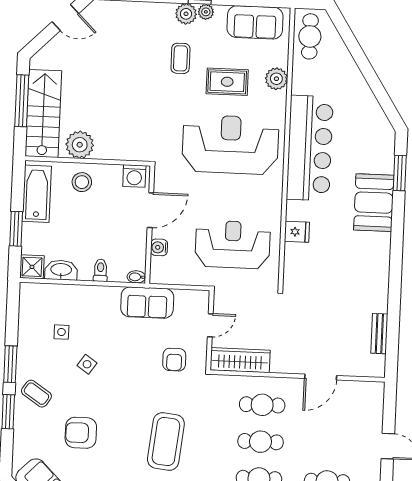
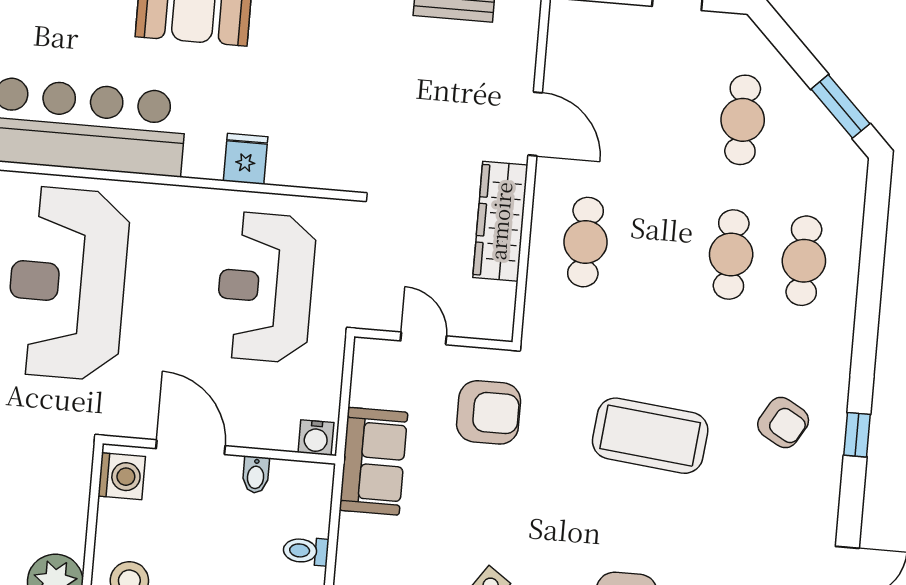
water cooler: (159, 247) -> (316, 438), moved
bidet: (136, 277) -> (256, 475), moved
armchair: (174, 360) -> (489, 412), width x1.38, depth x1.38
wardrobe: (240, 360) -> (500, 221), moved
cafe table: (261, 442) -> (658, 248), removed

